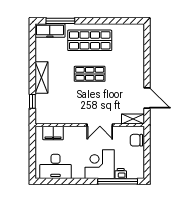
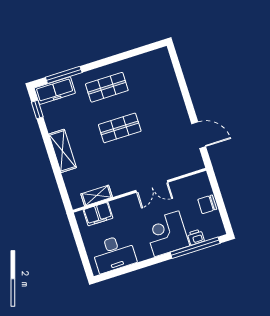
shop shelf: (90, 40) -> (107, 87), width x0.70, depth x0.74
window: (32, 101) -> (37, 109), moved
shelving: (133, 119) -> (97, 196), moved
chair: (136, 140) -> (207, 204), moved

